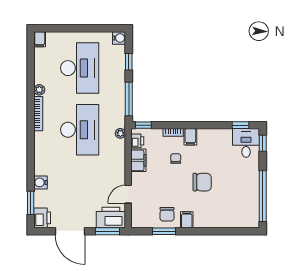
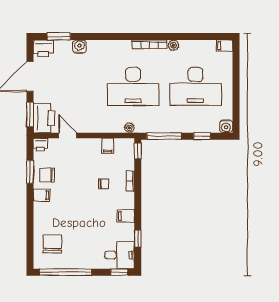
window: (240, 125) -> (138, 239), moved
filing cabinet: (190, 137) -> (126, 216), moved
printer: (137, 141) -> (40, 145), moved
filing cabinet: (138, 160) -> (108, 146), width x0.50
chair: (202, 182) -> (52, 244), moved, turned 180

